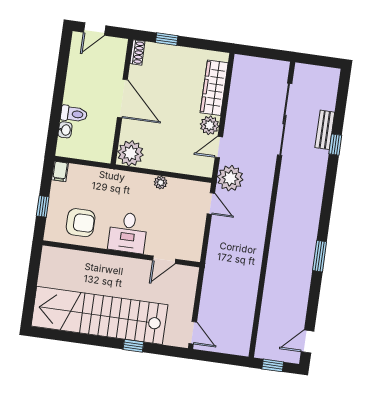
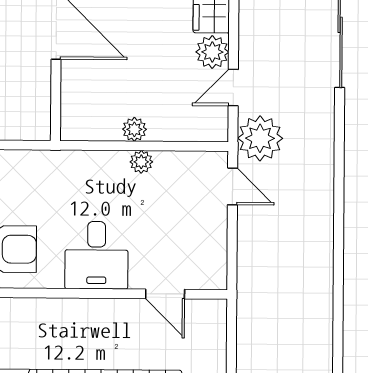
plant: (130, 153) -> (134, 129), moved, width x0.53, depth x0.53
door: (164, 260) -> (165, 294), hinge flipped

